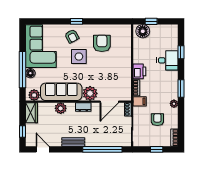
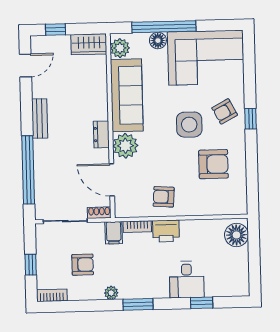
window: (151, 21) -> (254, 249), removed
armchair: (120, 72) -> (164, 197), added
plant: (61, 108) -> (98, 95), removed

